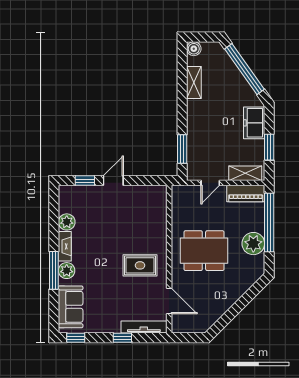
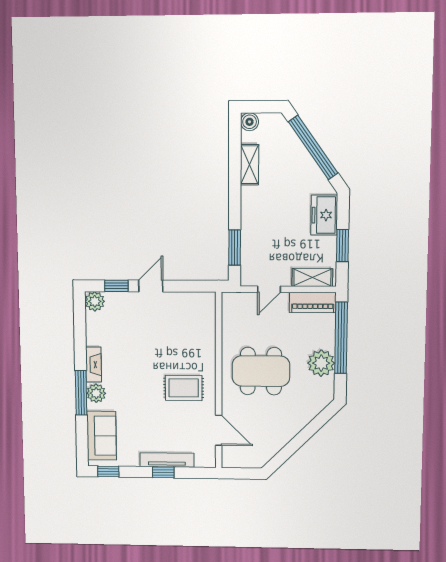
plant: (67, 222) -> (95, 301), moved
tv unit: (144, 327) -> (167, 460), moved

